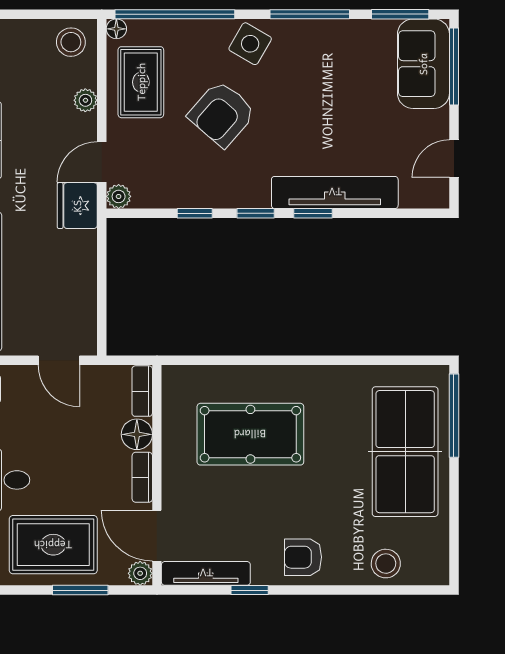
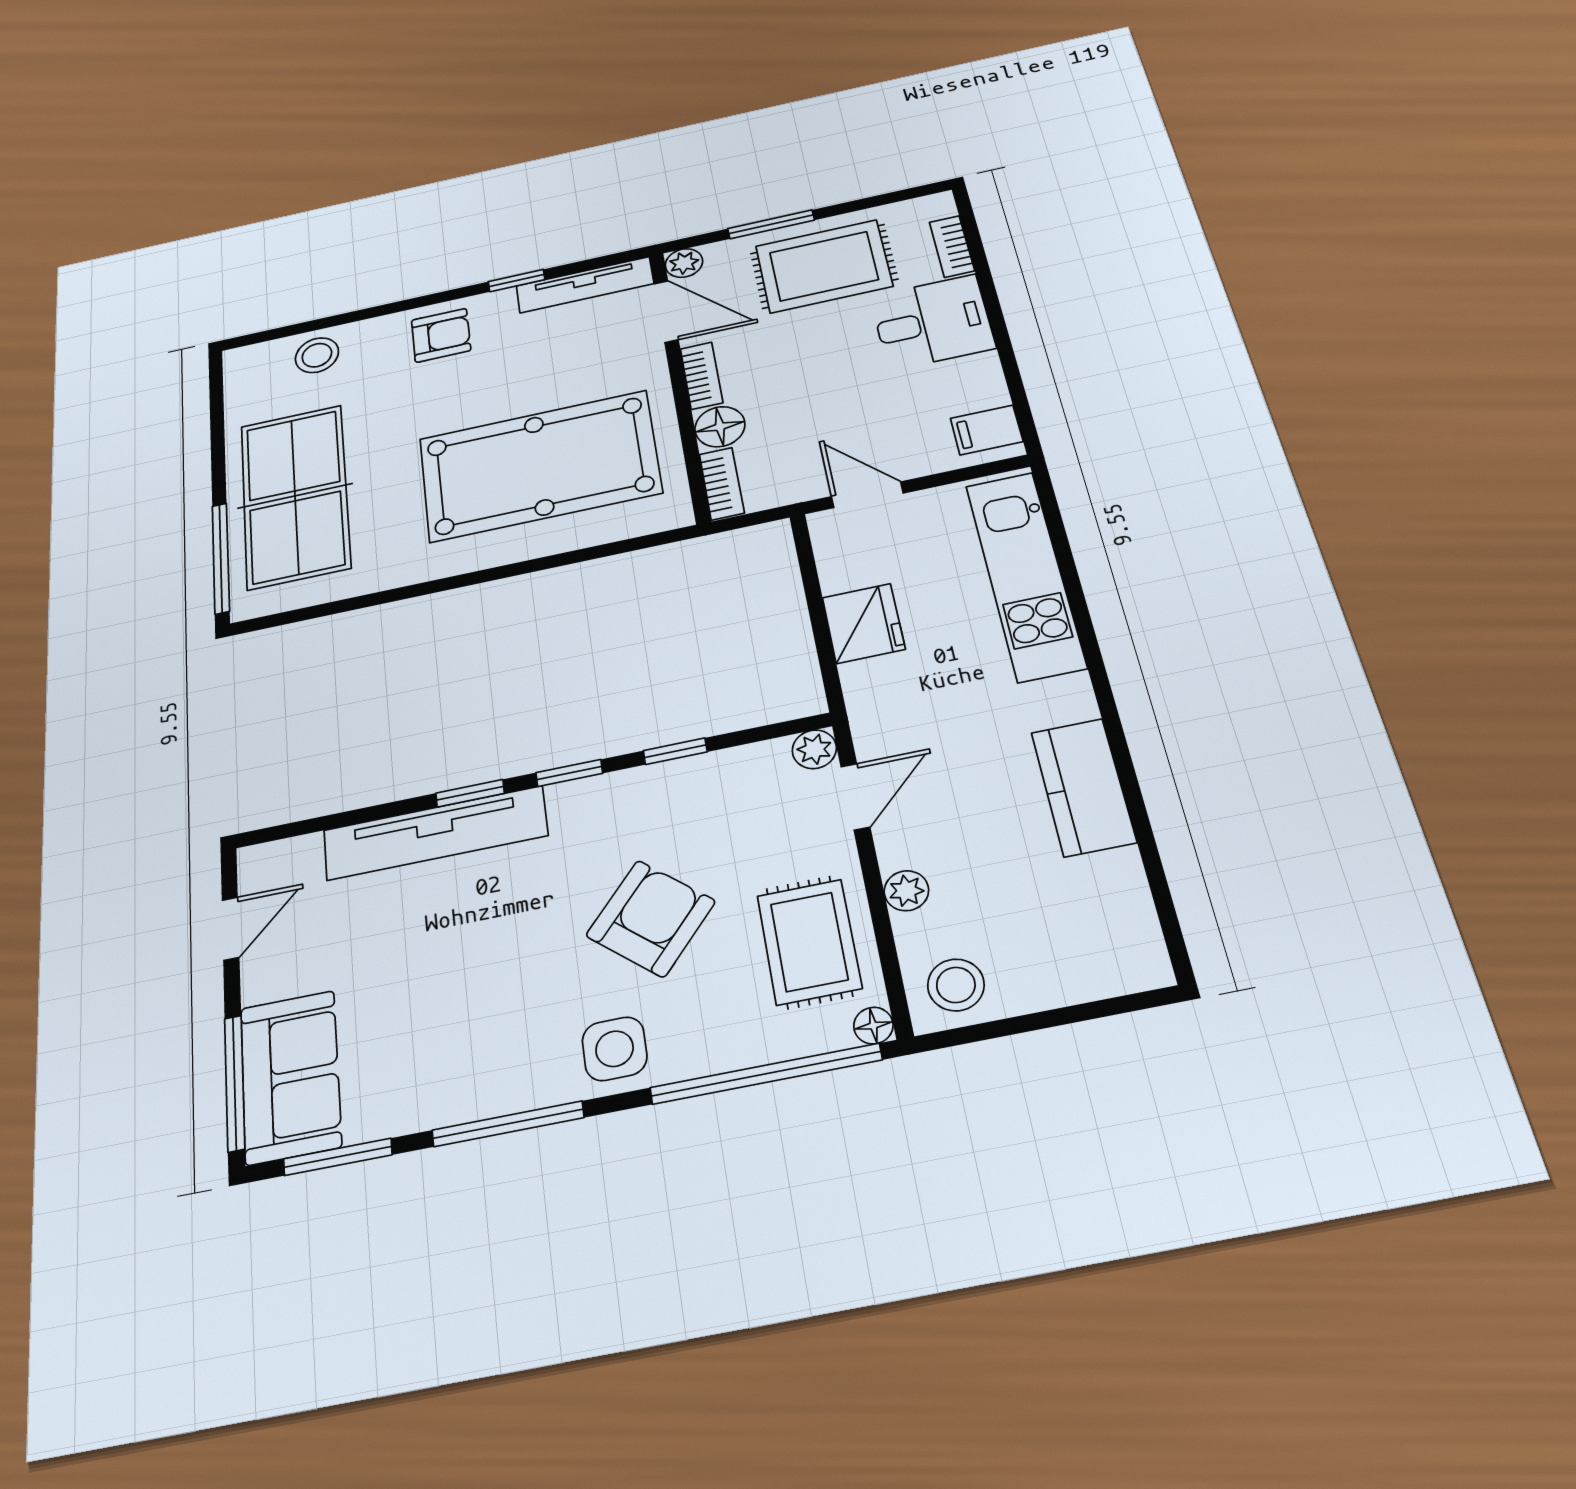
side table: (250, 44) -> (615, 1049), turned -30
fridge: (77, 206) -> (863, 623), moved
pool table: (250, 434) -> (539, 466), width x1.36, depth x1.32

